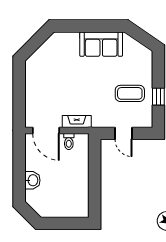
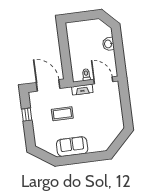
coffee table: (130, 93) -> (62, 114), moved
door: (124, 133) -> (48, 85), width x1.87

